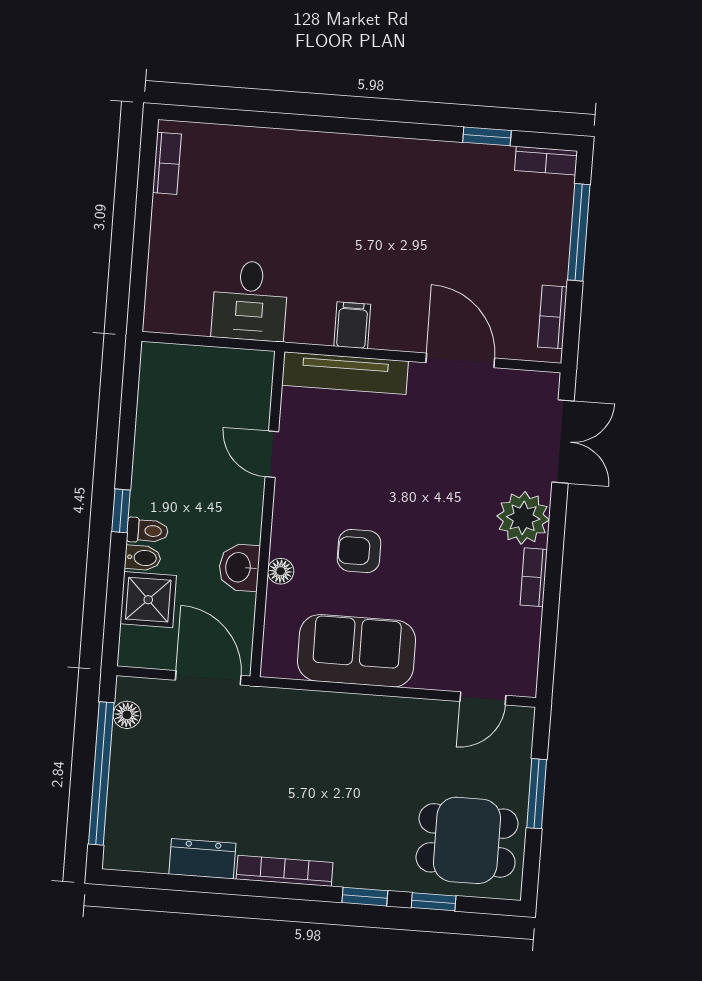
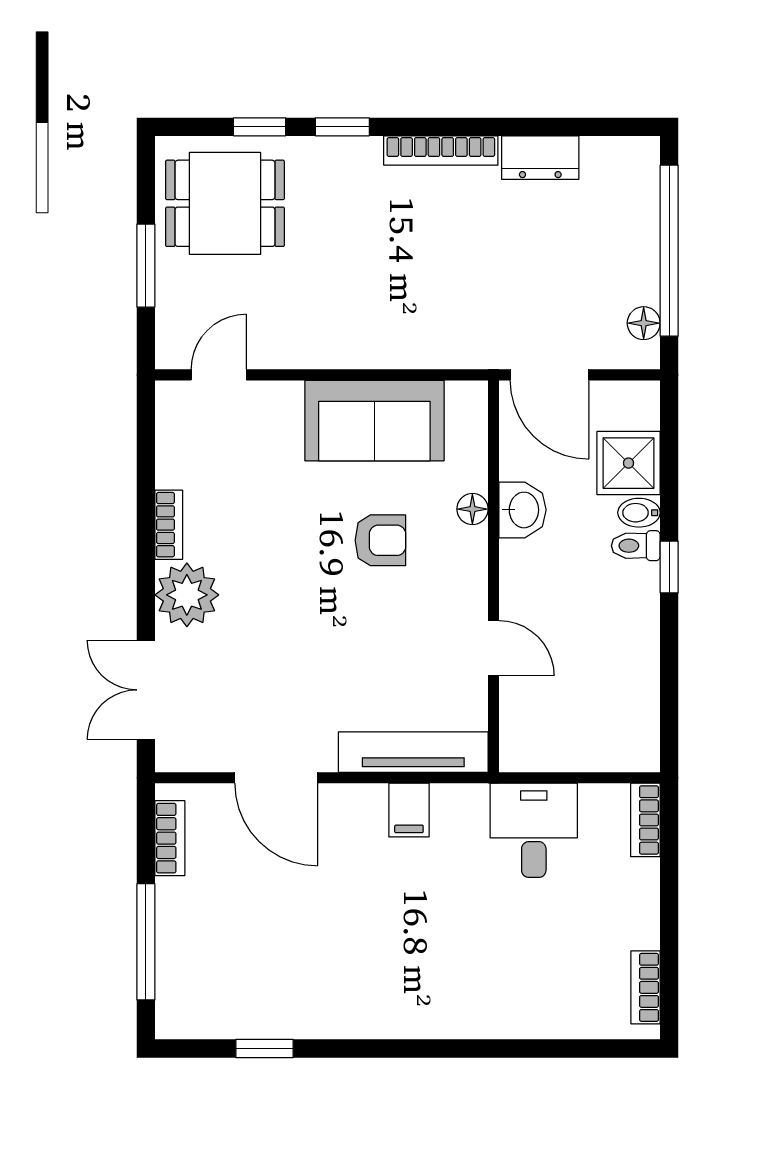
bookcase: (546, 161) -> (645, 820), moved, turned -90

